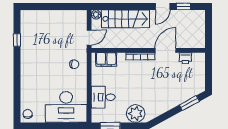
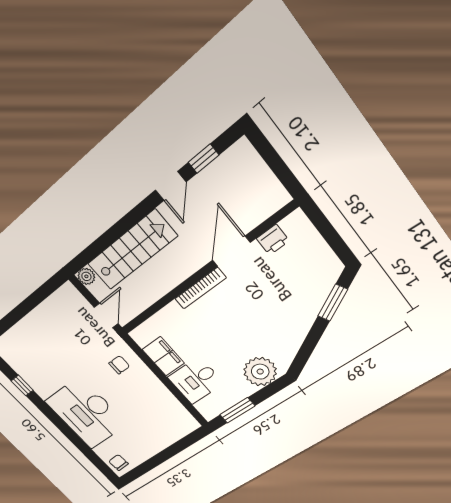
filing cabinet: (106, 60) -> (163, 356), moved, turned -90
desk: (66, 107) -> (86, 413), moved, turned 90

